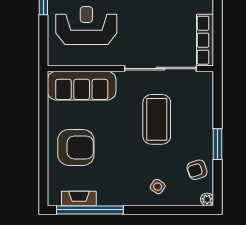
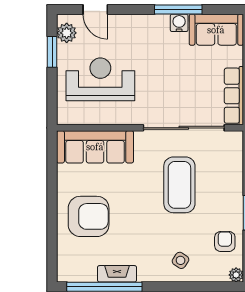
armchair: (197, 170) -> (225, 241), turned 109
fireplace: (79, 198) -> (117, 274), moved

